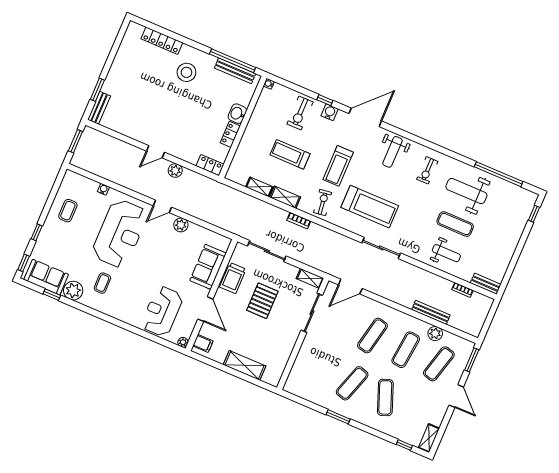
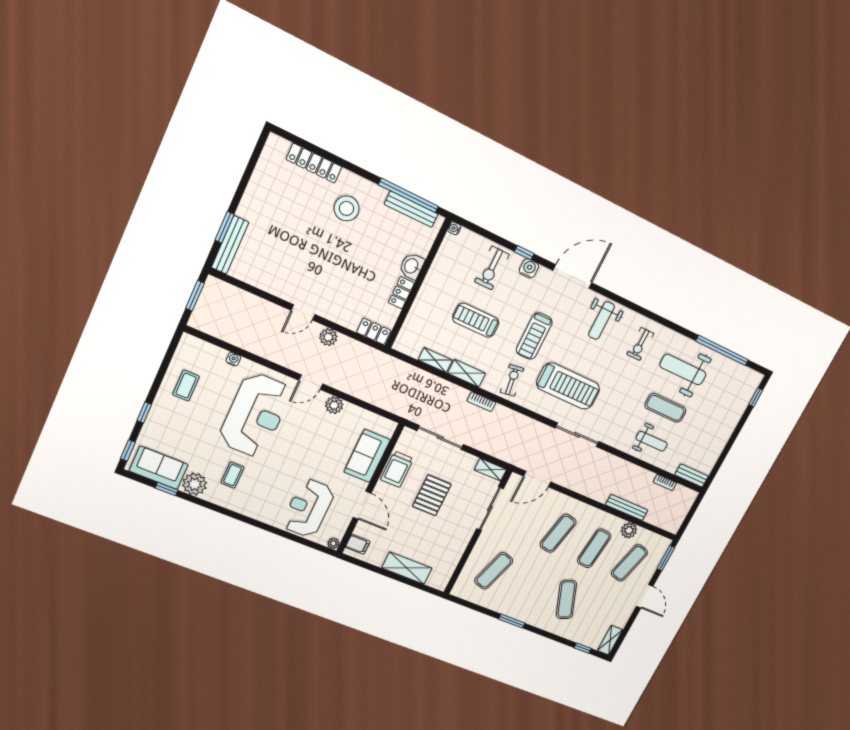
bench: (99, 108) -> (230, 245), width x1.36
exercise mat: (352, 383) -> (494, 571), moved

